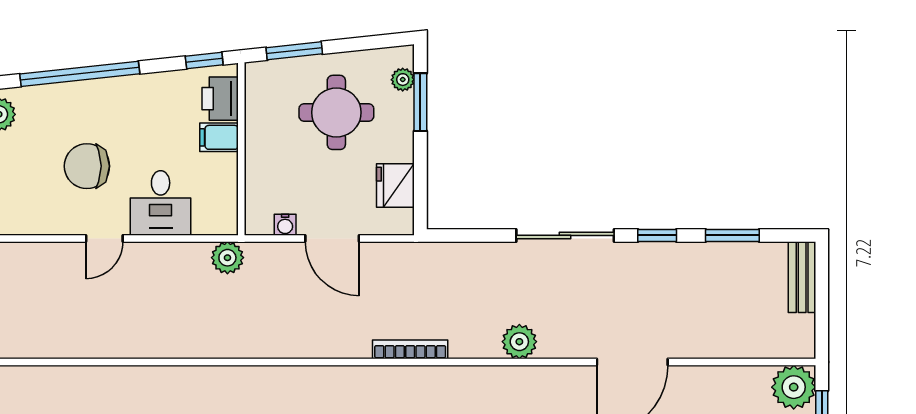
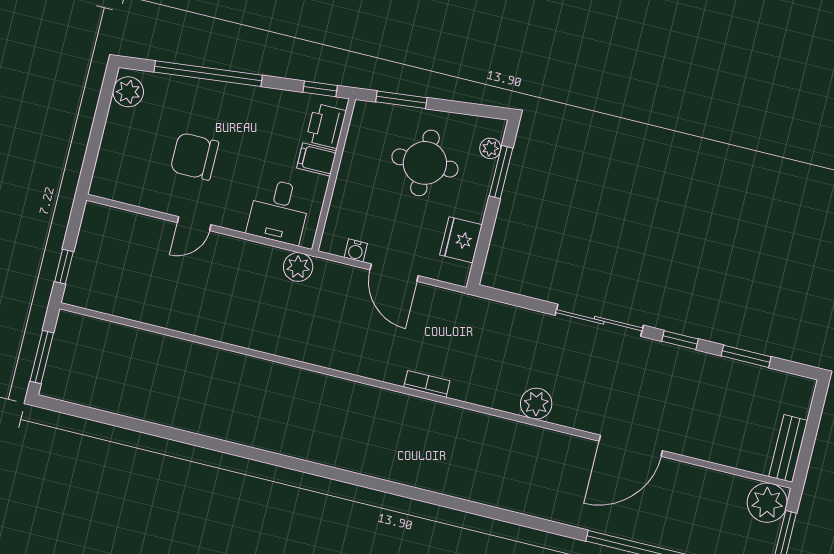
desk: (161, 203) -> (279, 211), moved
bench: (802, 277) -> (788, 449), moved
bookcase: (410, 349) -> (427, 384), width x0.64

